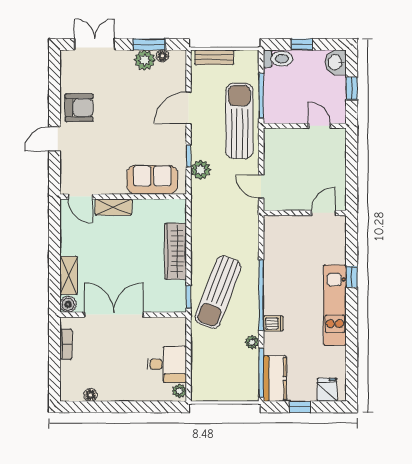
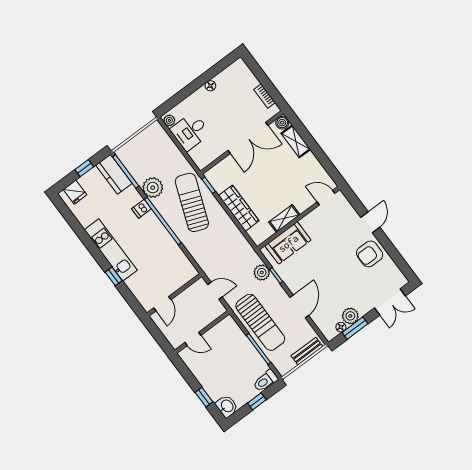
wall: (305, 126) -> (202, 332), moved
door: (319, 126) -> (193, 339), moved
shelving: (113, 207) -> (284, 218), moved
plant: (252, 342) -> (153, 188), width x1.88, depth x1.88
floor lamp: (90, 395) -> (210, 86), moved

